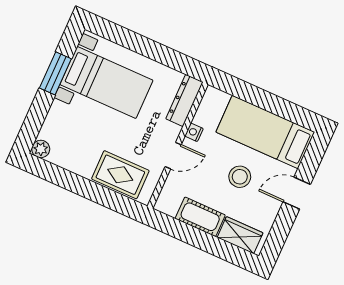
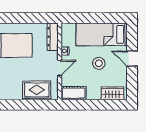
door: (297, 193) -> (132, 59), hinge flipped
cot: (200, 217) -> (74, 93), moved

